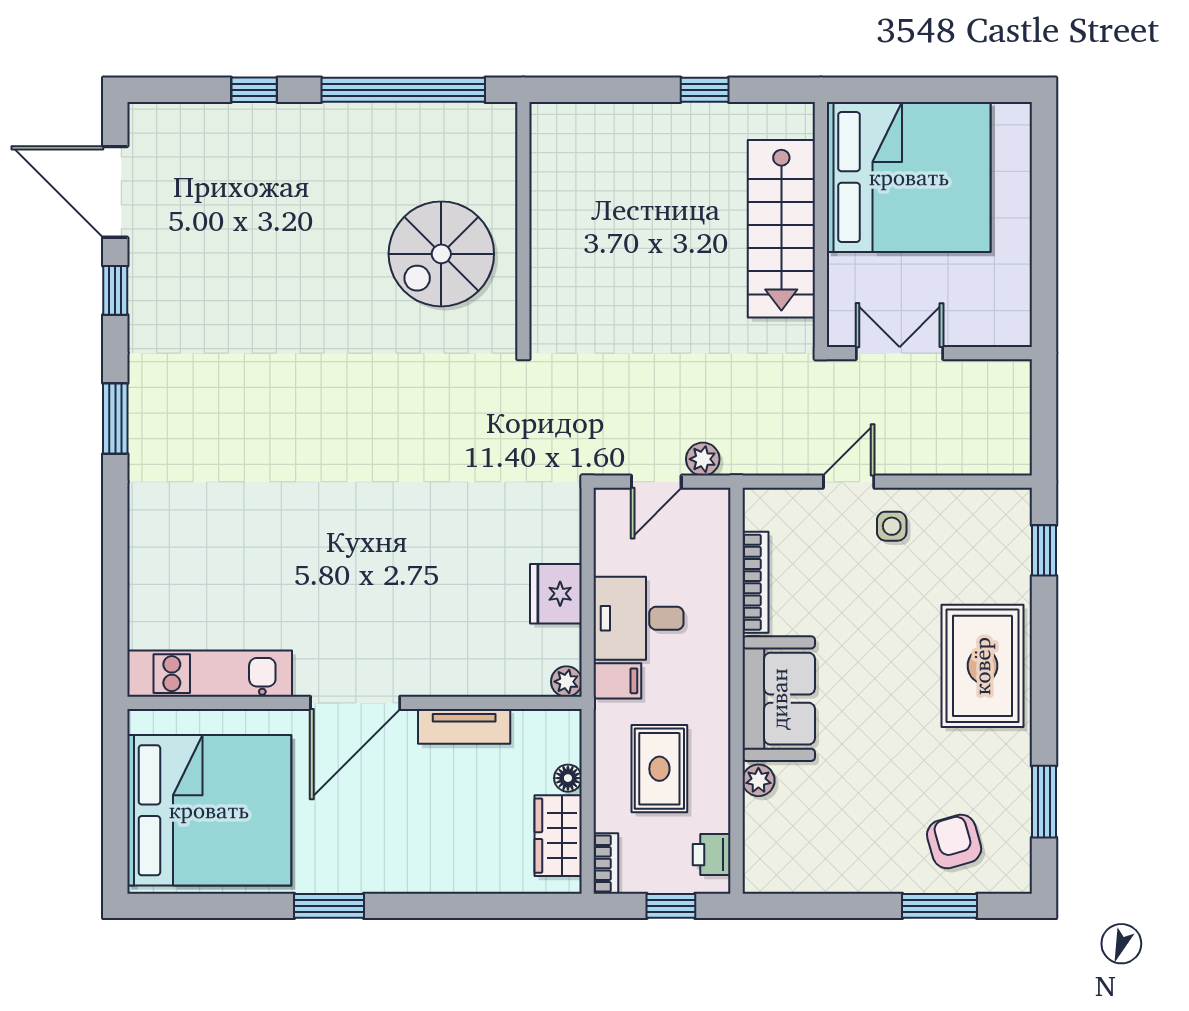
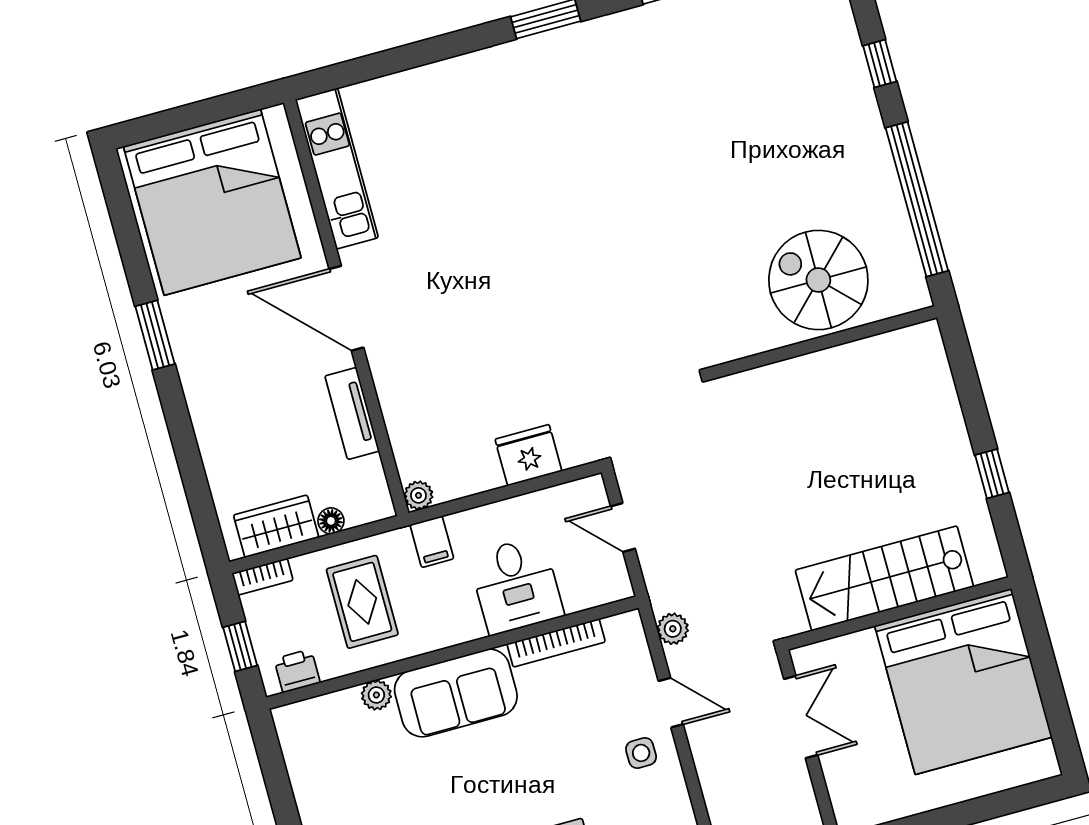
spiral stairs: (441, 254) -> (818, 280), moved
plant: (703, 459) -> (673, 629), moved
fridge: (556, 594) -> (528, 455), moved
desk: (639, 618) -> (516, 585), moved, turned 180
rug: (659, 769) -> (362, 602), turned 90

